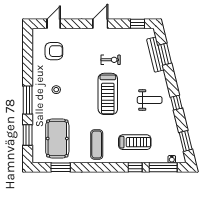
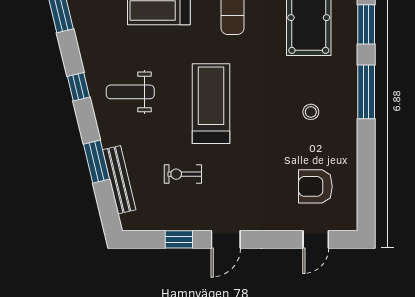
window: (138, 24) -> (179, 239), moved
window: (165, 54) -> (97, 162), moved
exercise bike: (111, 60) -> (183, 174), moved

